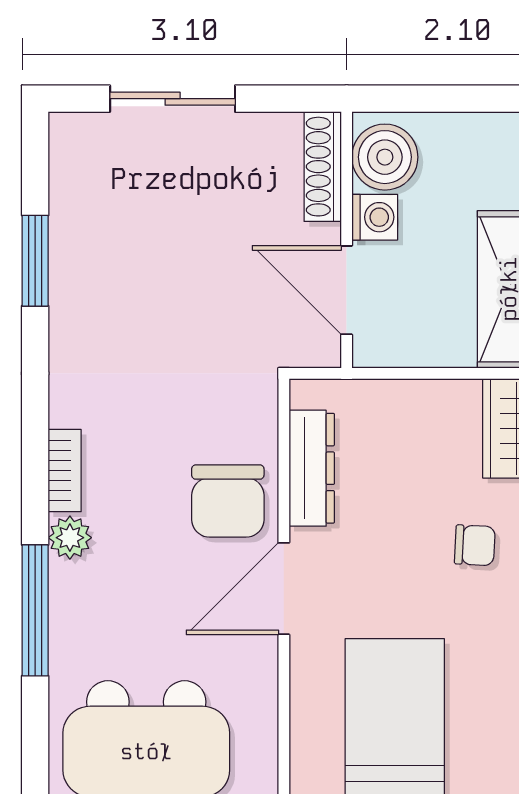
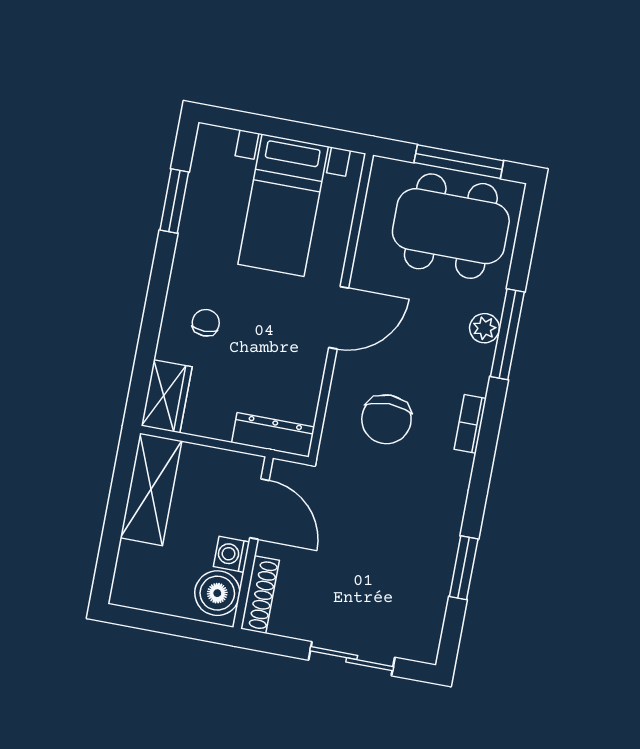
dresser: (312, 468) -> (273, 435), moved, turned 90
chair: (228, 501) -> (386, 419), moved, turned 180
plant: (70, 538) -> (484, 328), moved
chair: (475, 545) -> (206, 323), turned 87

